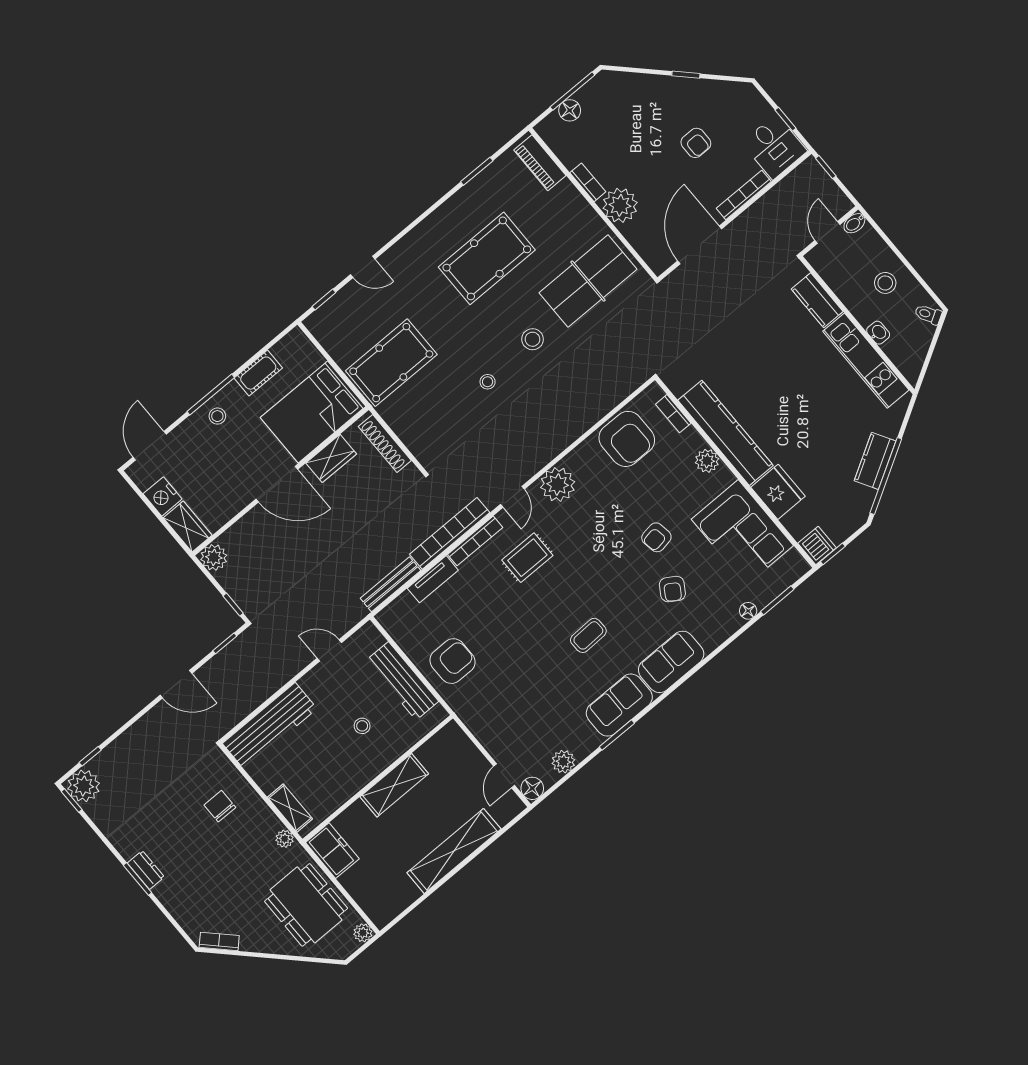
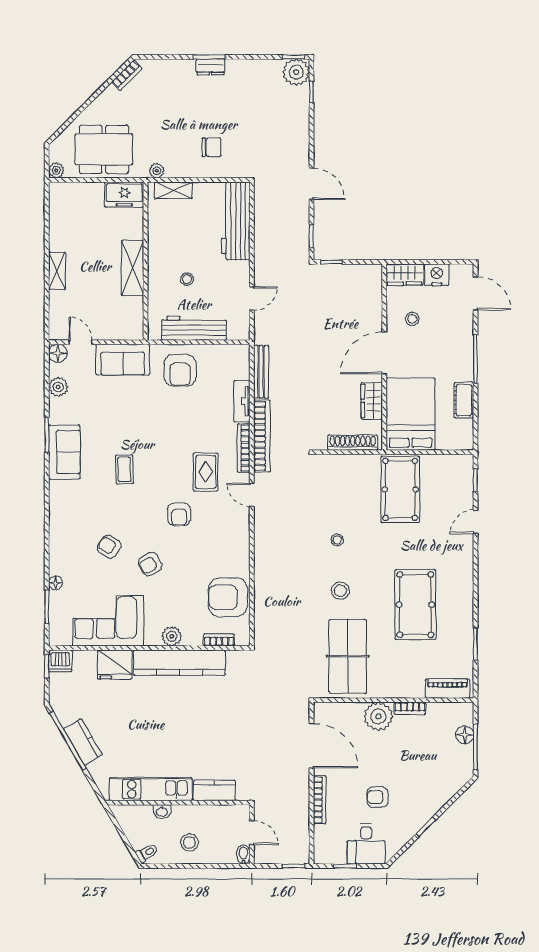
desk: (774, 147) -> (366, 844), moved, turned -90
stool: (217, 416) -> (412, 319), moved
plant: (558, 485) -> (236, 530), removed
armchair: (656, 537) -> (150, 564), turned -109
armchair: (588, 549) -> (179, 514), added
plant: (214, 557) -> (371, 275), removed
sofa: (671, 662) -> (123, 360), moved, turned 90
door: (176, 684) -> (311, 184), swing flipped
shelving: (454, 851) -> (57, 271), width x0.45, depth x0.75

